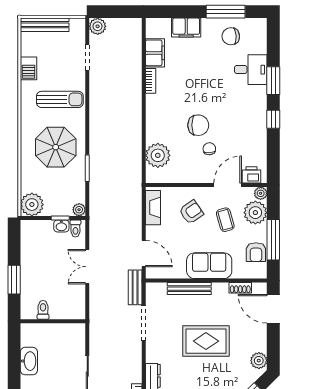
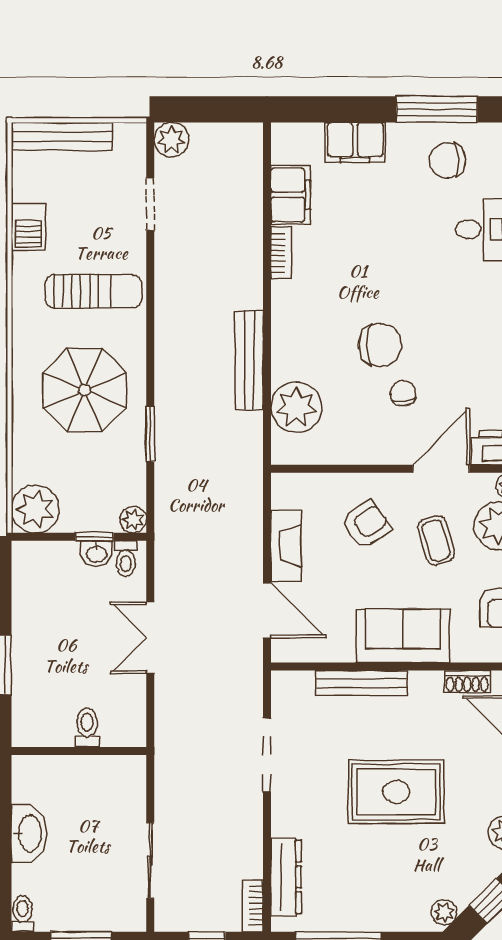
fireplace: (153, 208) -> (286, 546), moved
bench: (135, 287) -> (249, 360), moved, width x1.36
toilet: (43, 310) -> (87, 727), moved

